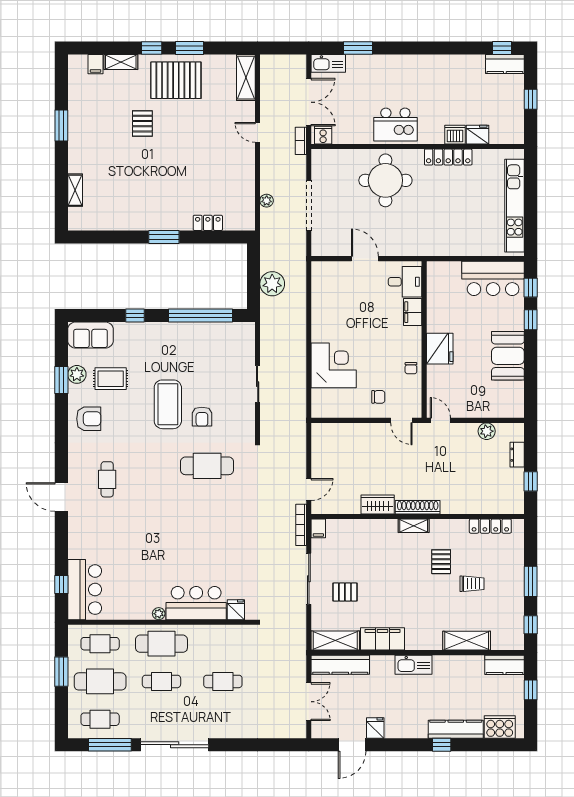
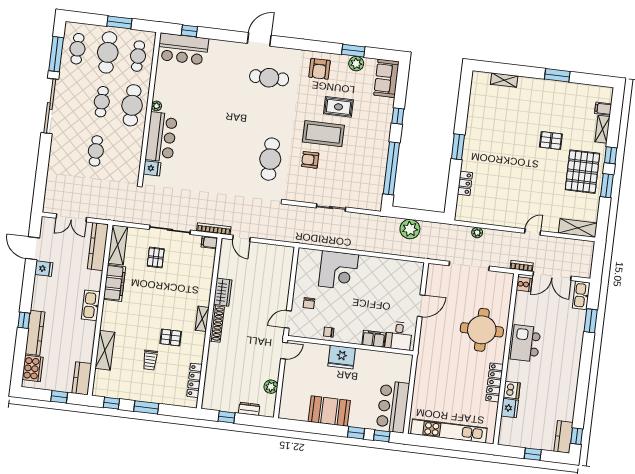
rug: (111, 379) -> (338, 107), moved, turned 90
cafe table: (107, 479) -> (269, 78), width x1.37, depth x1.35

